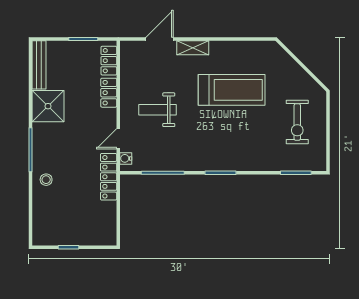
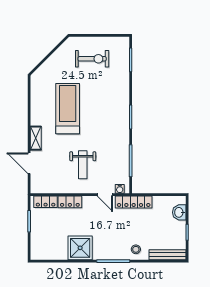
bench: (39, 65) -> (167, 255), moved
washbasin: (95, 237) -> (179, 212), added

